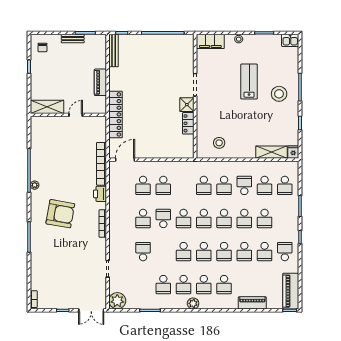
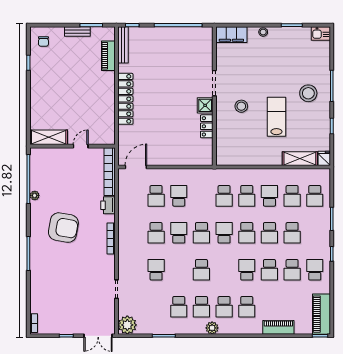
piano: (100, 82) -> (108, 56), moved
lab bench: (249, 82) -> (276, 117), moved
shelving: (47, 107) -> (49, 137), moved
locker: (116, 114) -> (125, 99), moved
wall: (68, 115) -> (72, 146), moved
door: (76, 115) -> (81, 146), moved
stool: (219, 143) -> (241, 106), moved
school desk: (163, 185) -> (179, 196), turned 180
school desk: (204, 218) -> (224, 233), turned 180
school desk: (204, 252) -> (224, 270), removed
school desk: (224, 252) -> (247, 270), turned 180

